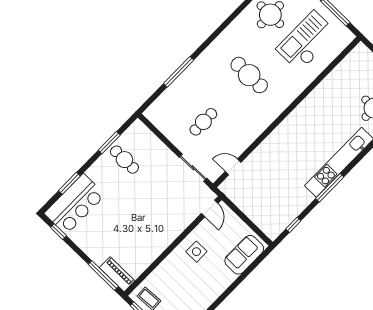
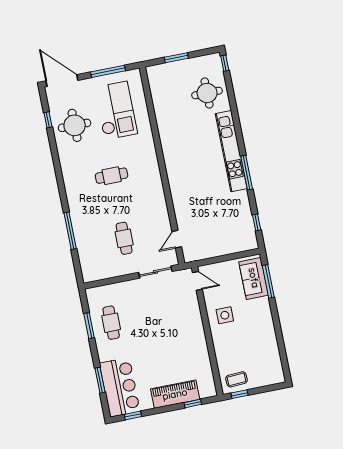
checkout: (307, 41) -> (116, 111), turned 180
cafe table: (249, 75) -> (112, 176), width x0.73, depth x0.74
cafe table: (124, 160) -> (111, 323), turned 90
window: (250, 269) -> (268, 281), added
piano: (117, 274) -> (175, 394), moved, width x1.37, depth x1.33
window: (103, 275) -> (193, 403), width x0.46

